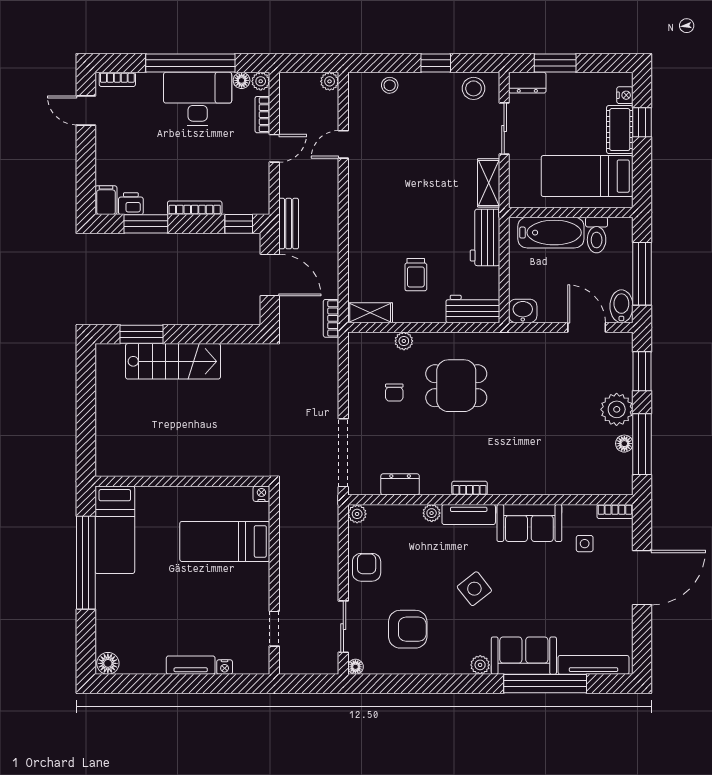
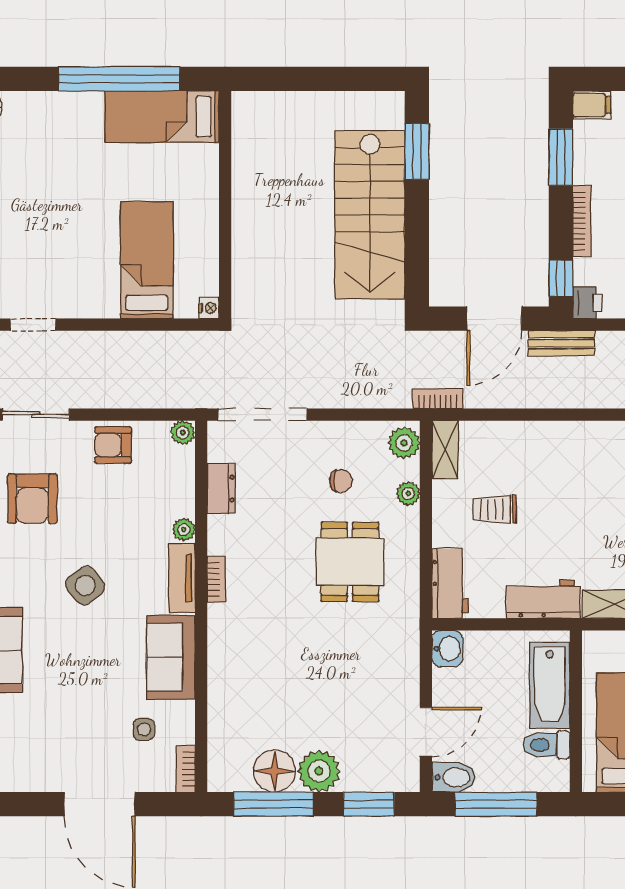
printer: (131, 204) -> (587, 303), moved
plant: (365, 344) -> (404, 443), added
stairs: (173, 361) -> (370, 215), width x1.36, depth x1.51
chair: (394, 393) -> (341, 481), turned 180
floor lamp: (624, 444) -> (274, 771), width x1.89, depth x1.89
armchair: (367, 567) -> (113, 445), turned 180

